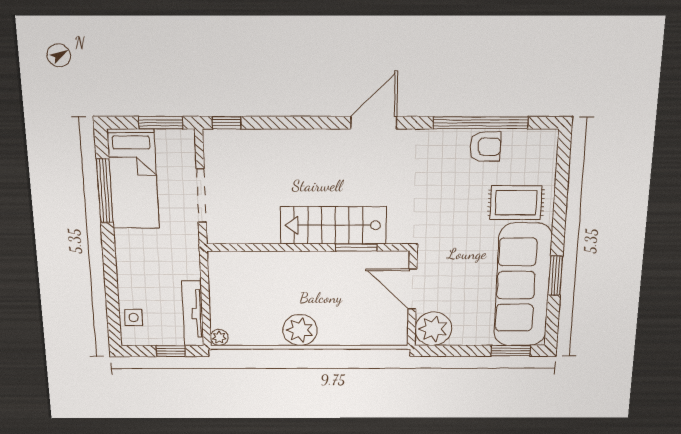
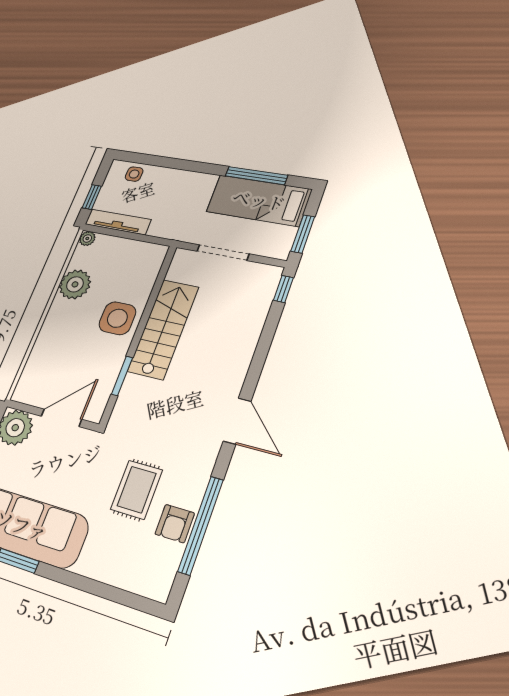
rug: (516, 203) -> (137, 490), moved
stairs: (333, 225) -> (163, 329), moved
side table: (298, 274) -> (117, 318), added
plant: (300, 330) -> (75, 284), moved

